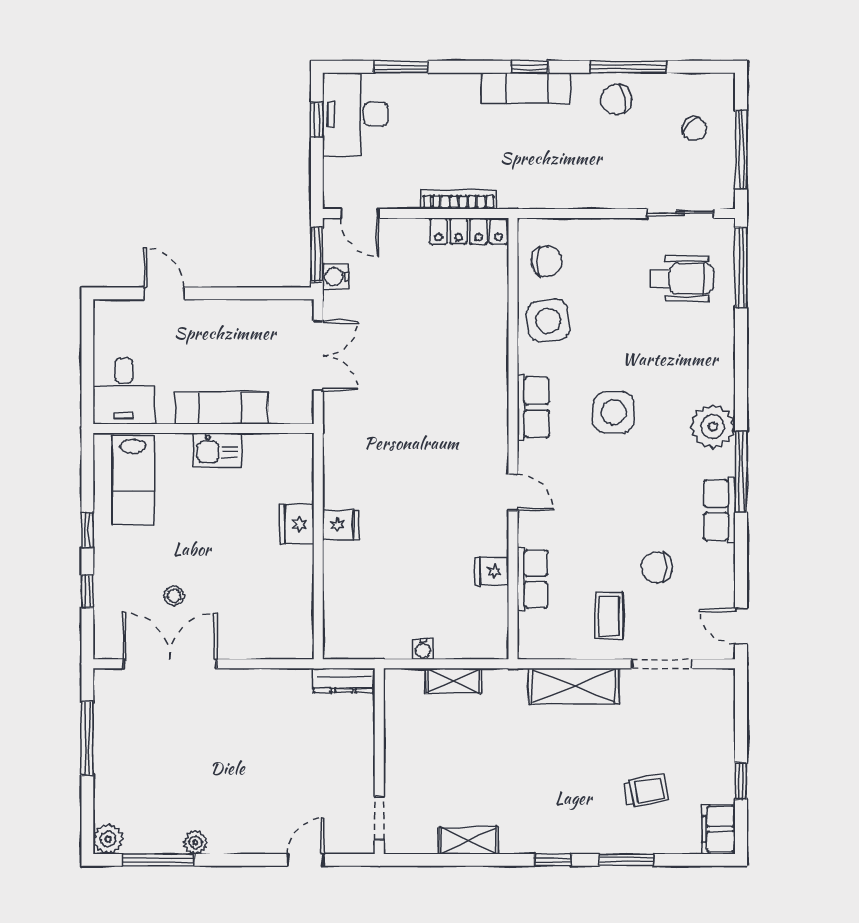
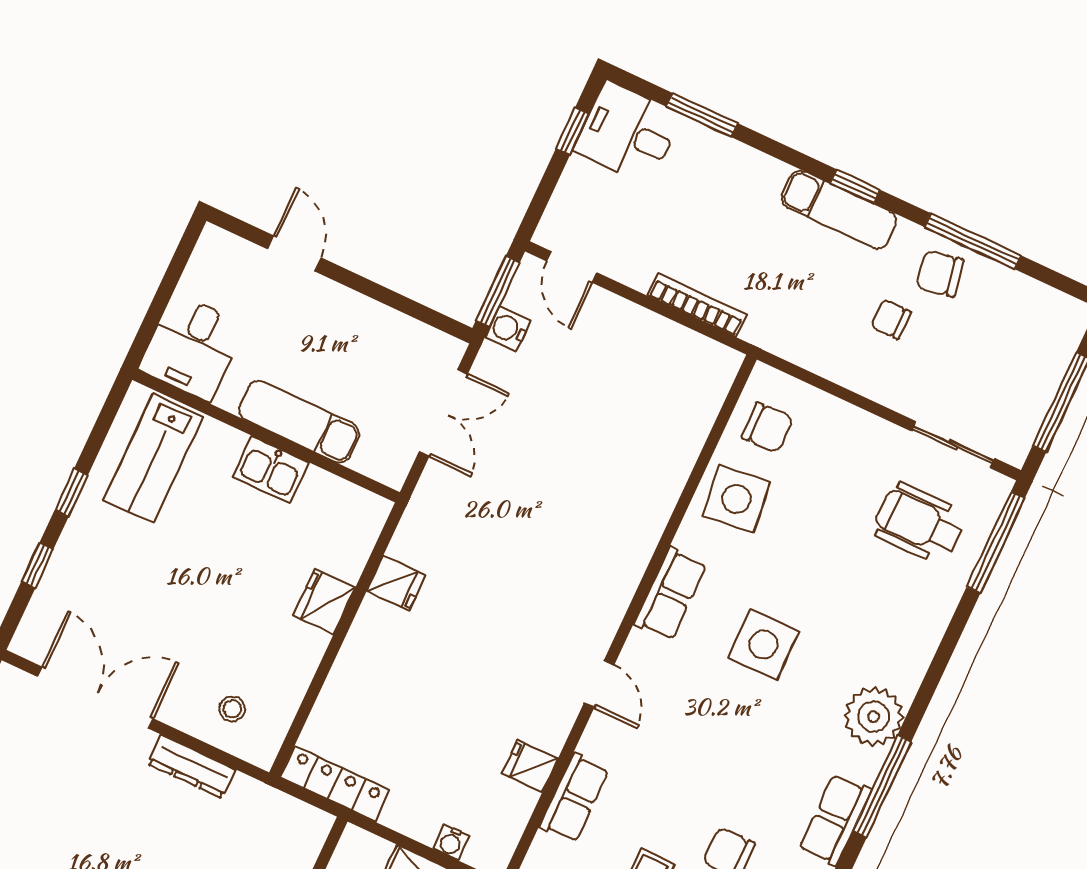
desk: (355, 114) -> (628, 133), width x0.73
chair: (694, 129) -> (891, 319), moved, turned 132
locker: (469, 231) -> (335, 784), moved, turned 180
wheelchair: (682, 279) -> (919, 523), turned 180
fridge: (340, 525) -> (396, 583), moved
stool: (174, 596) -> (232, 709), moved
water cooler: (423, 649) -> (451, 842), moved
dresser: (344, 680) -> (192, 767), moved

